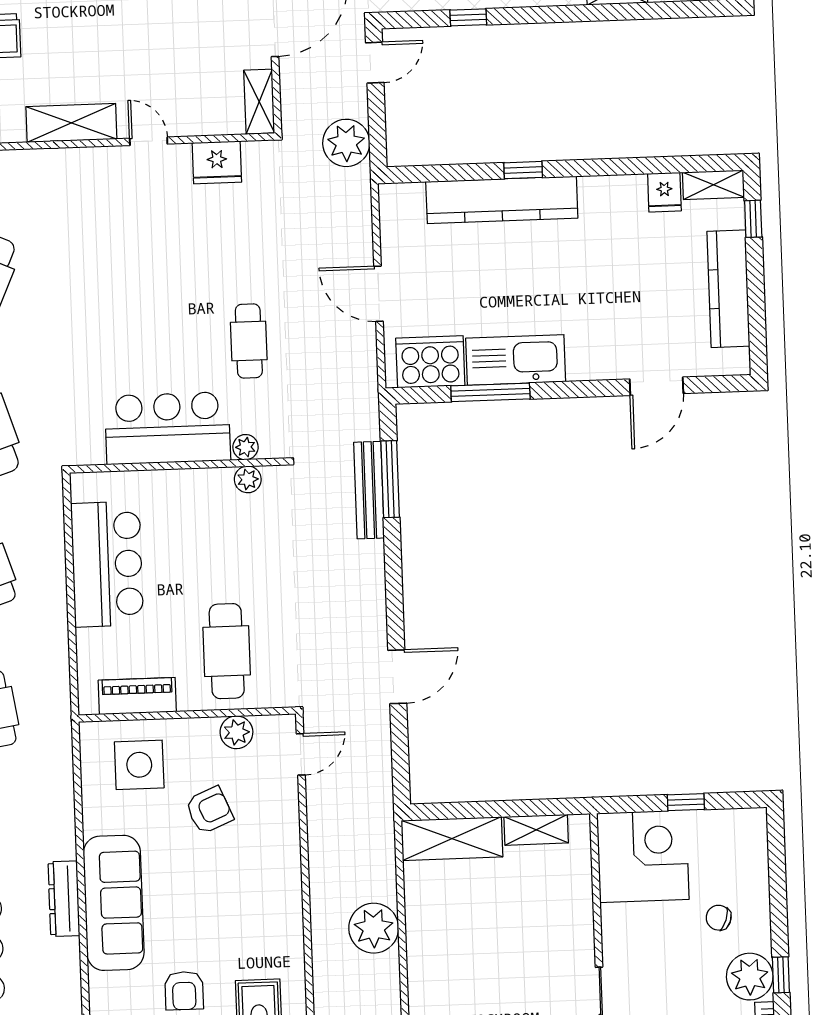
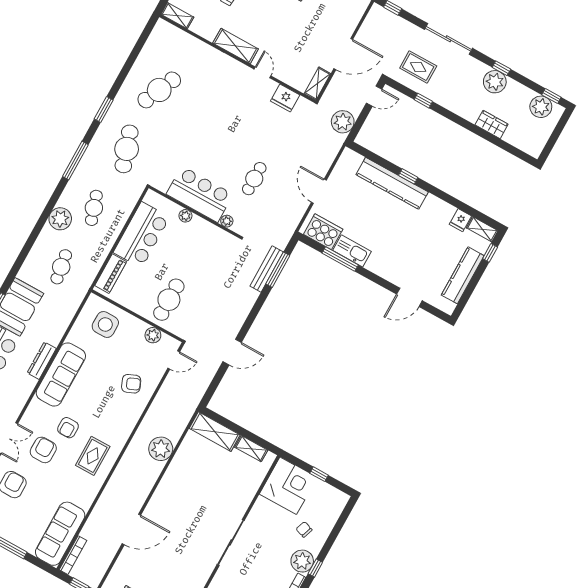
kitchen sink: (516, 360) -> (352, 251), width x0.73, depth x0.81
plant: (248, 479) -> (185, 216), moved
piano: (137, 696) -> (111, 274), moved, turned 90
armchair: (209, 810) -> (131, 384), moved

